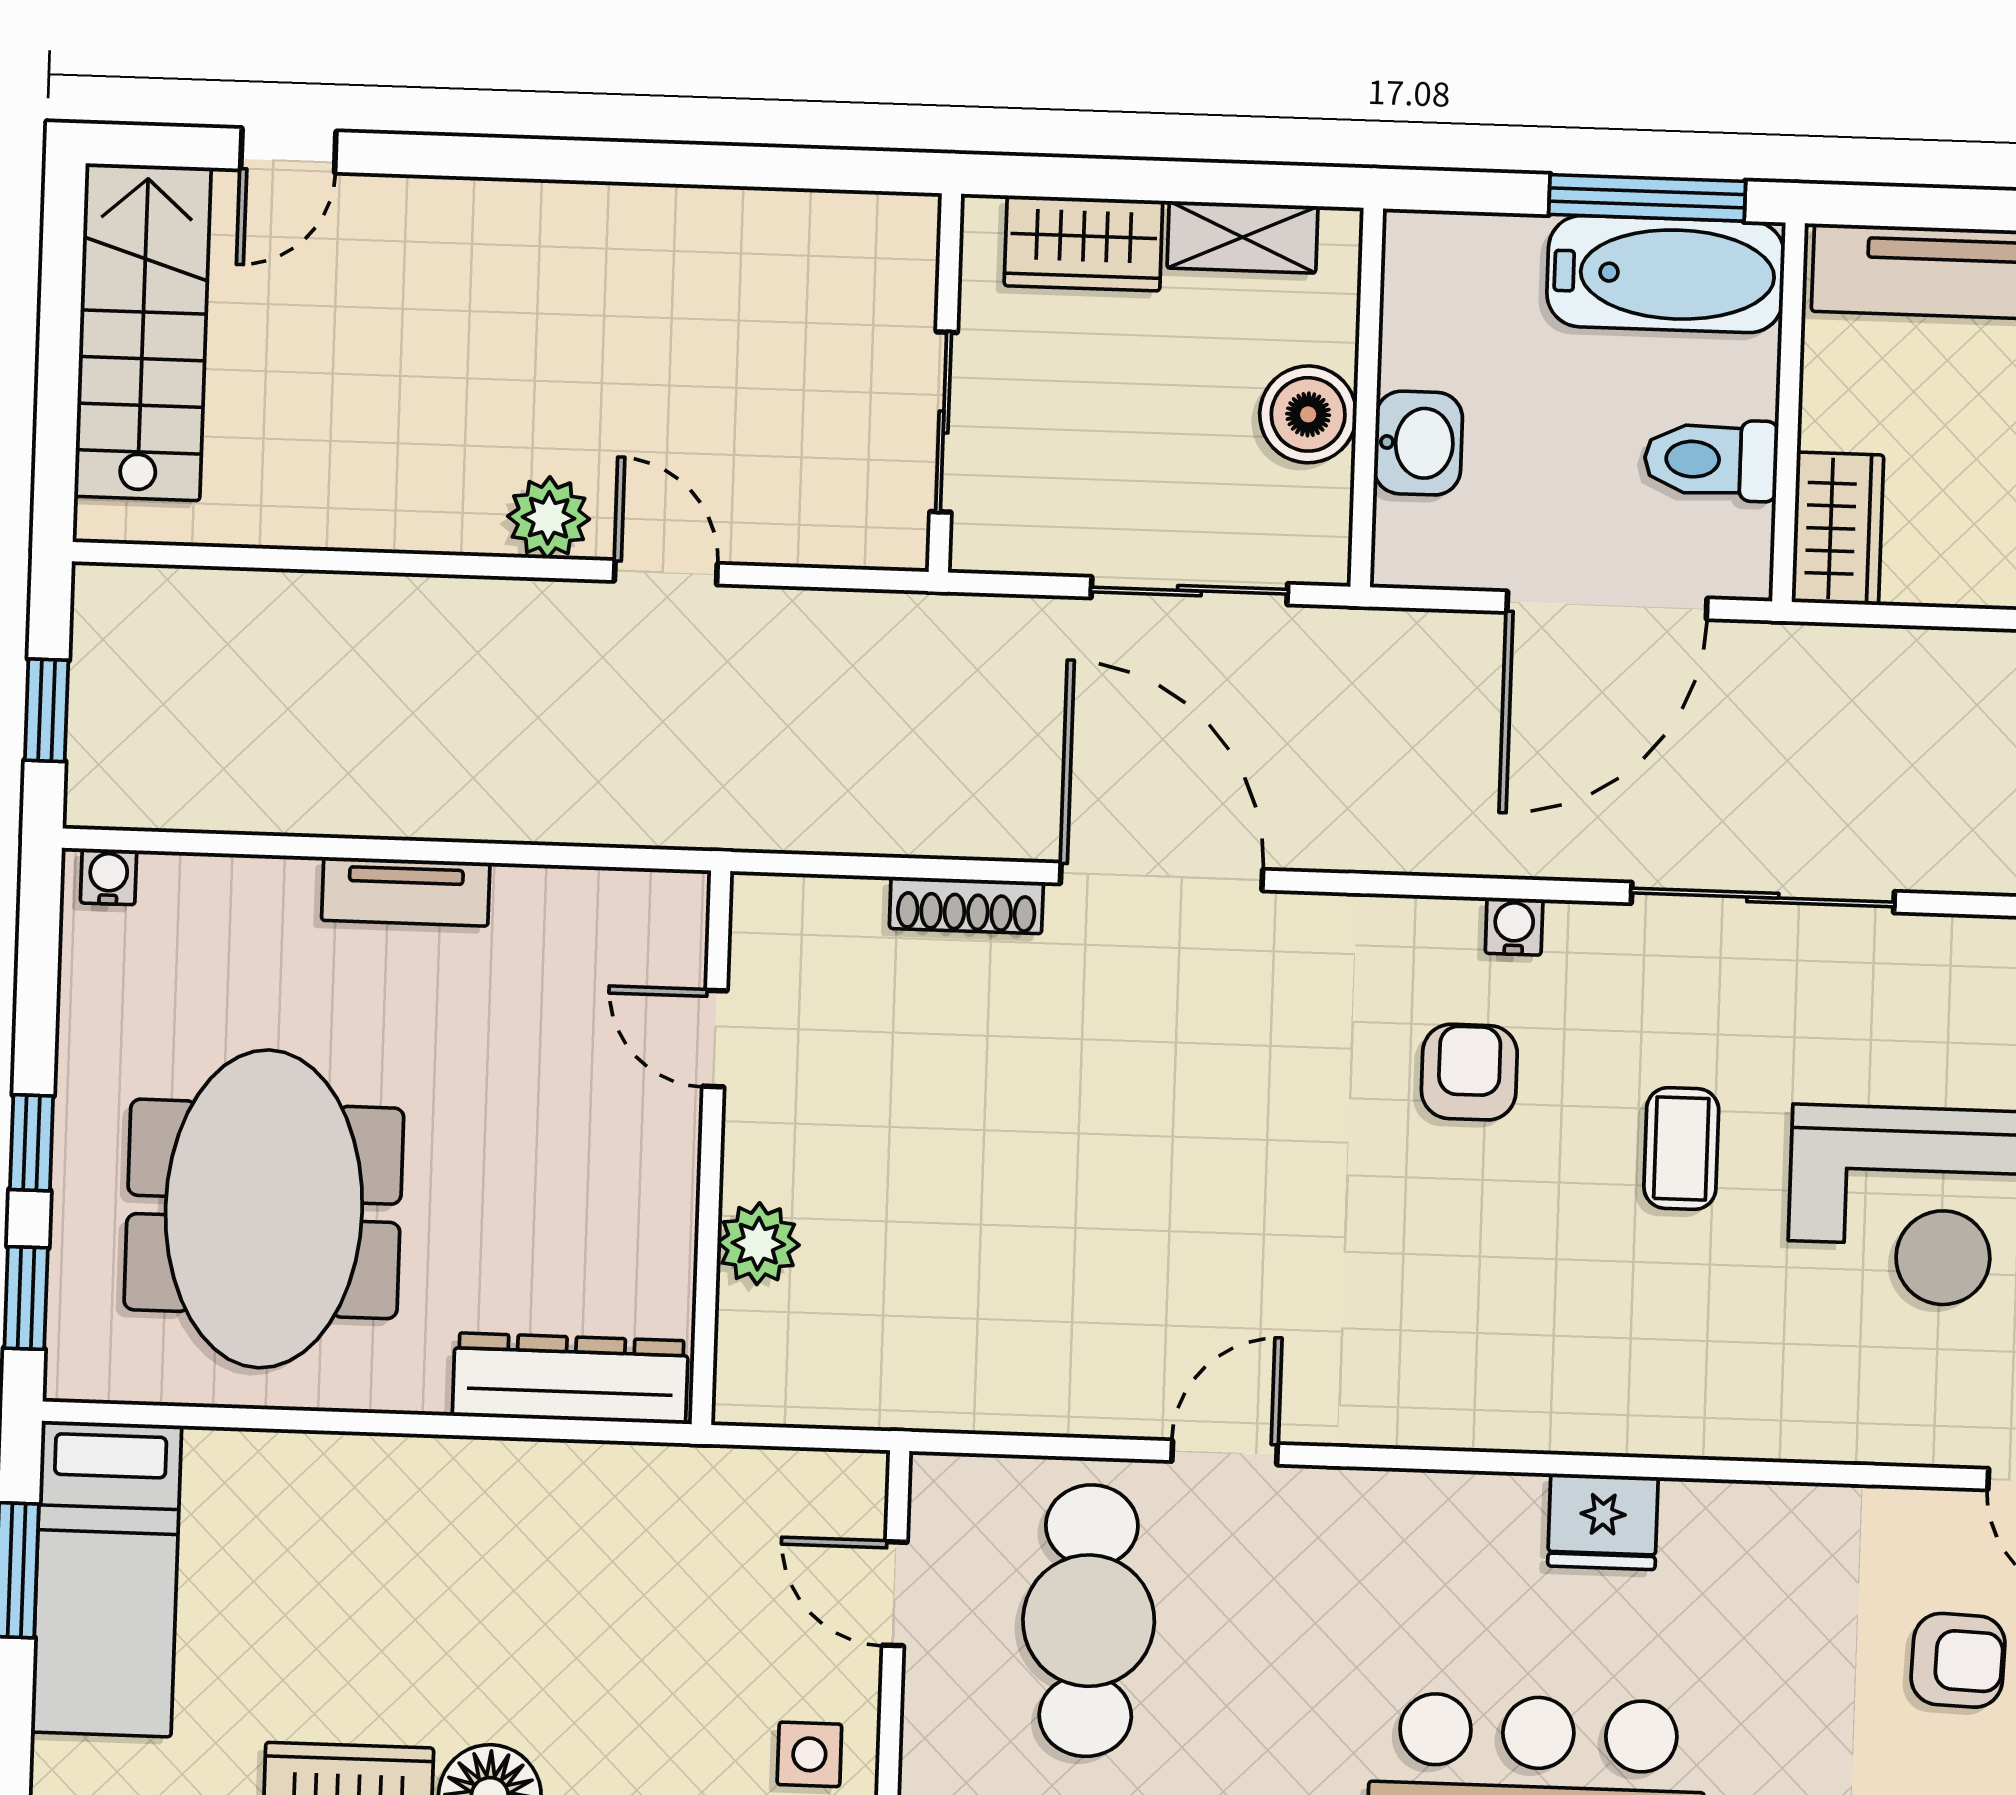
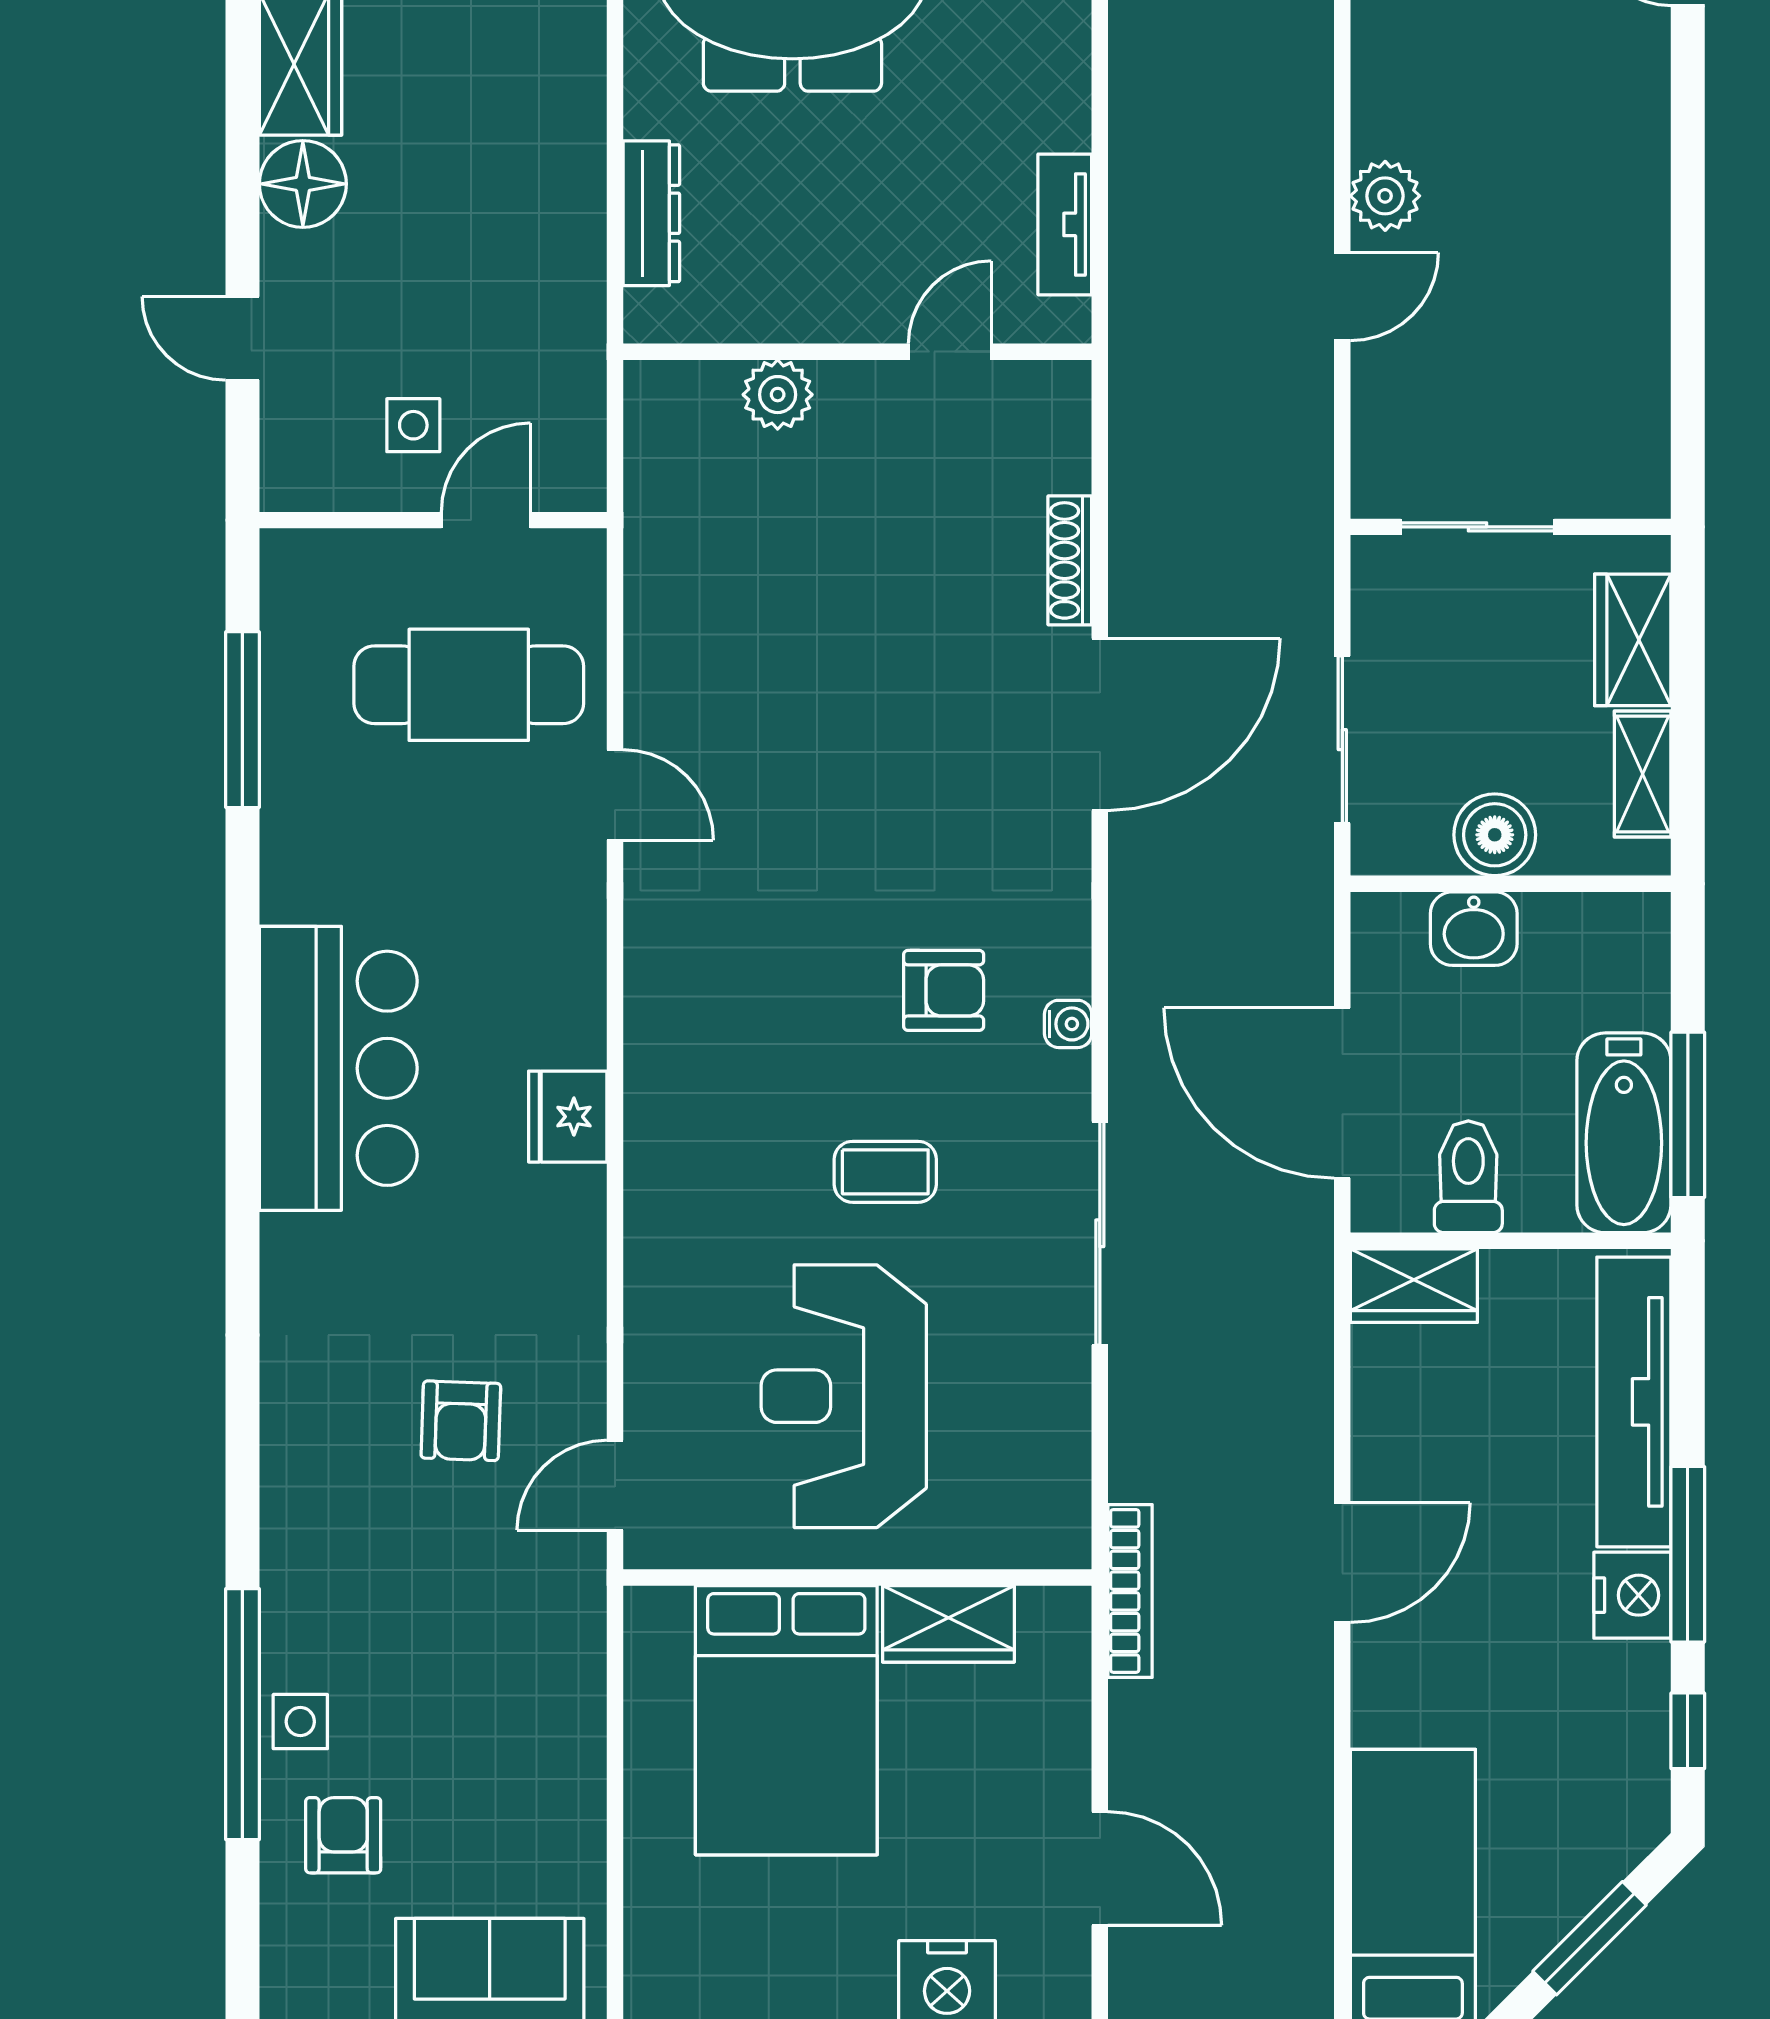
tv unit: (406, 891) -> (1065, 224), moved
dresser: (570, 1378) -> (651, 213), width x0.73, depth x0.80
side table: (809, 1754) -> (413, 425), moved

